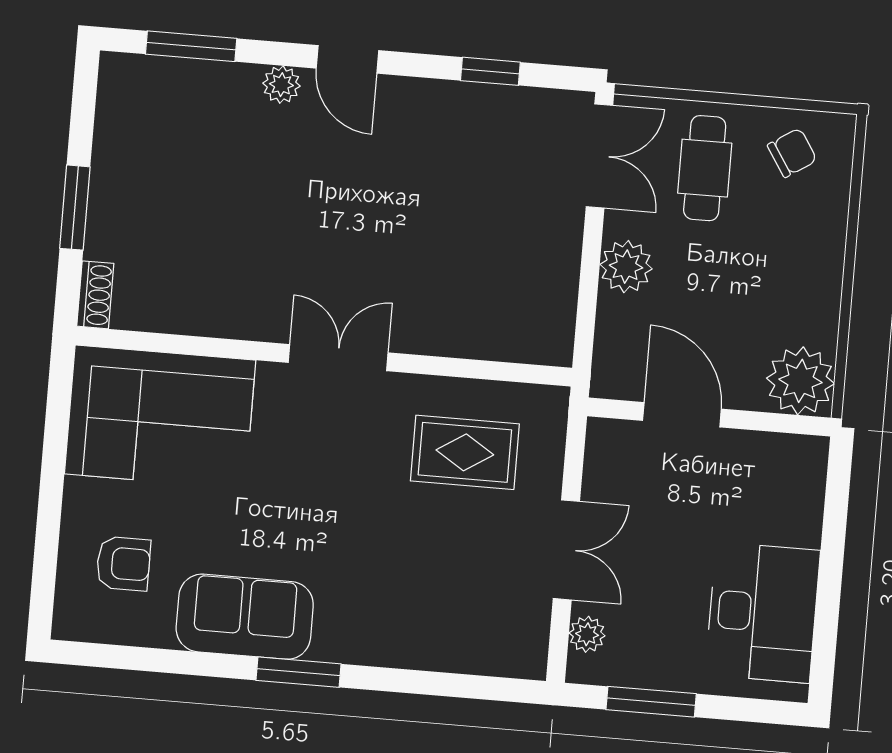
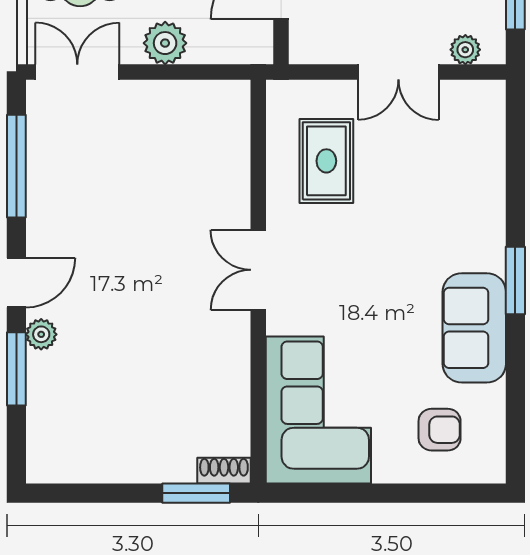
window: (191, 46) -> (16, 369), moved
window: (490, 71) -> (16, 166), width x2.17
window: (75, 208) -> (196, 493), moved
double door: (566, 550) -> (398, 72), swing flipped
armchair: (123, 564) -> (440, 430), turned 90

